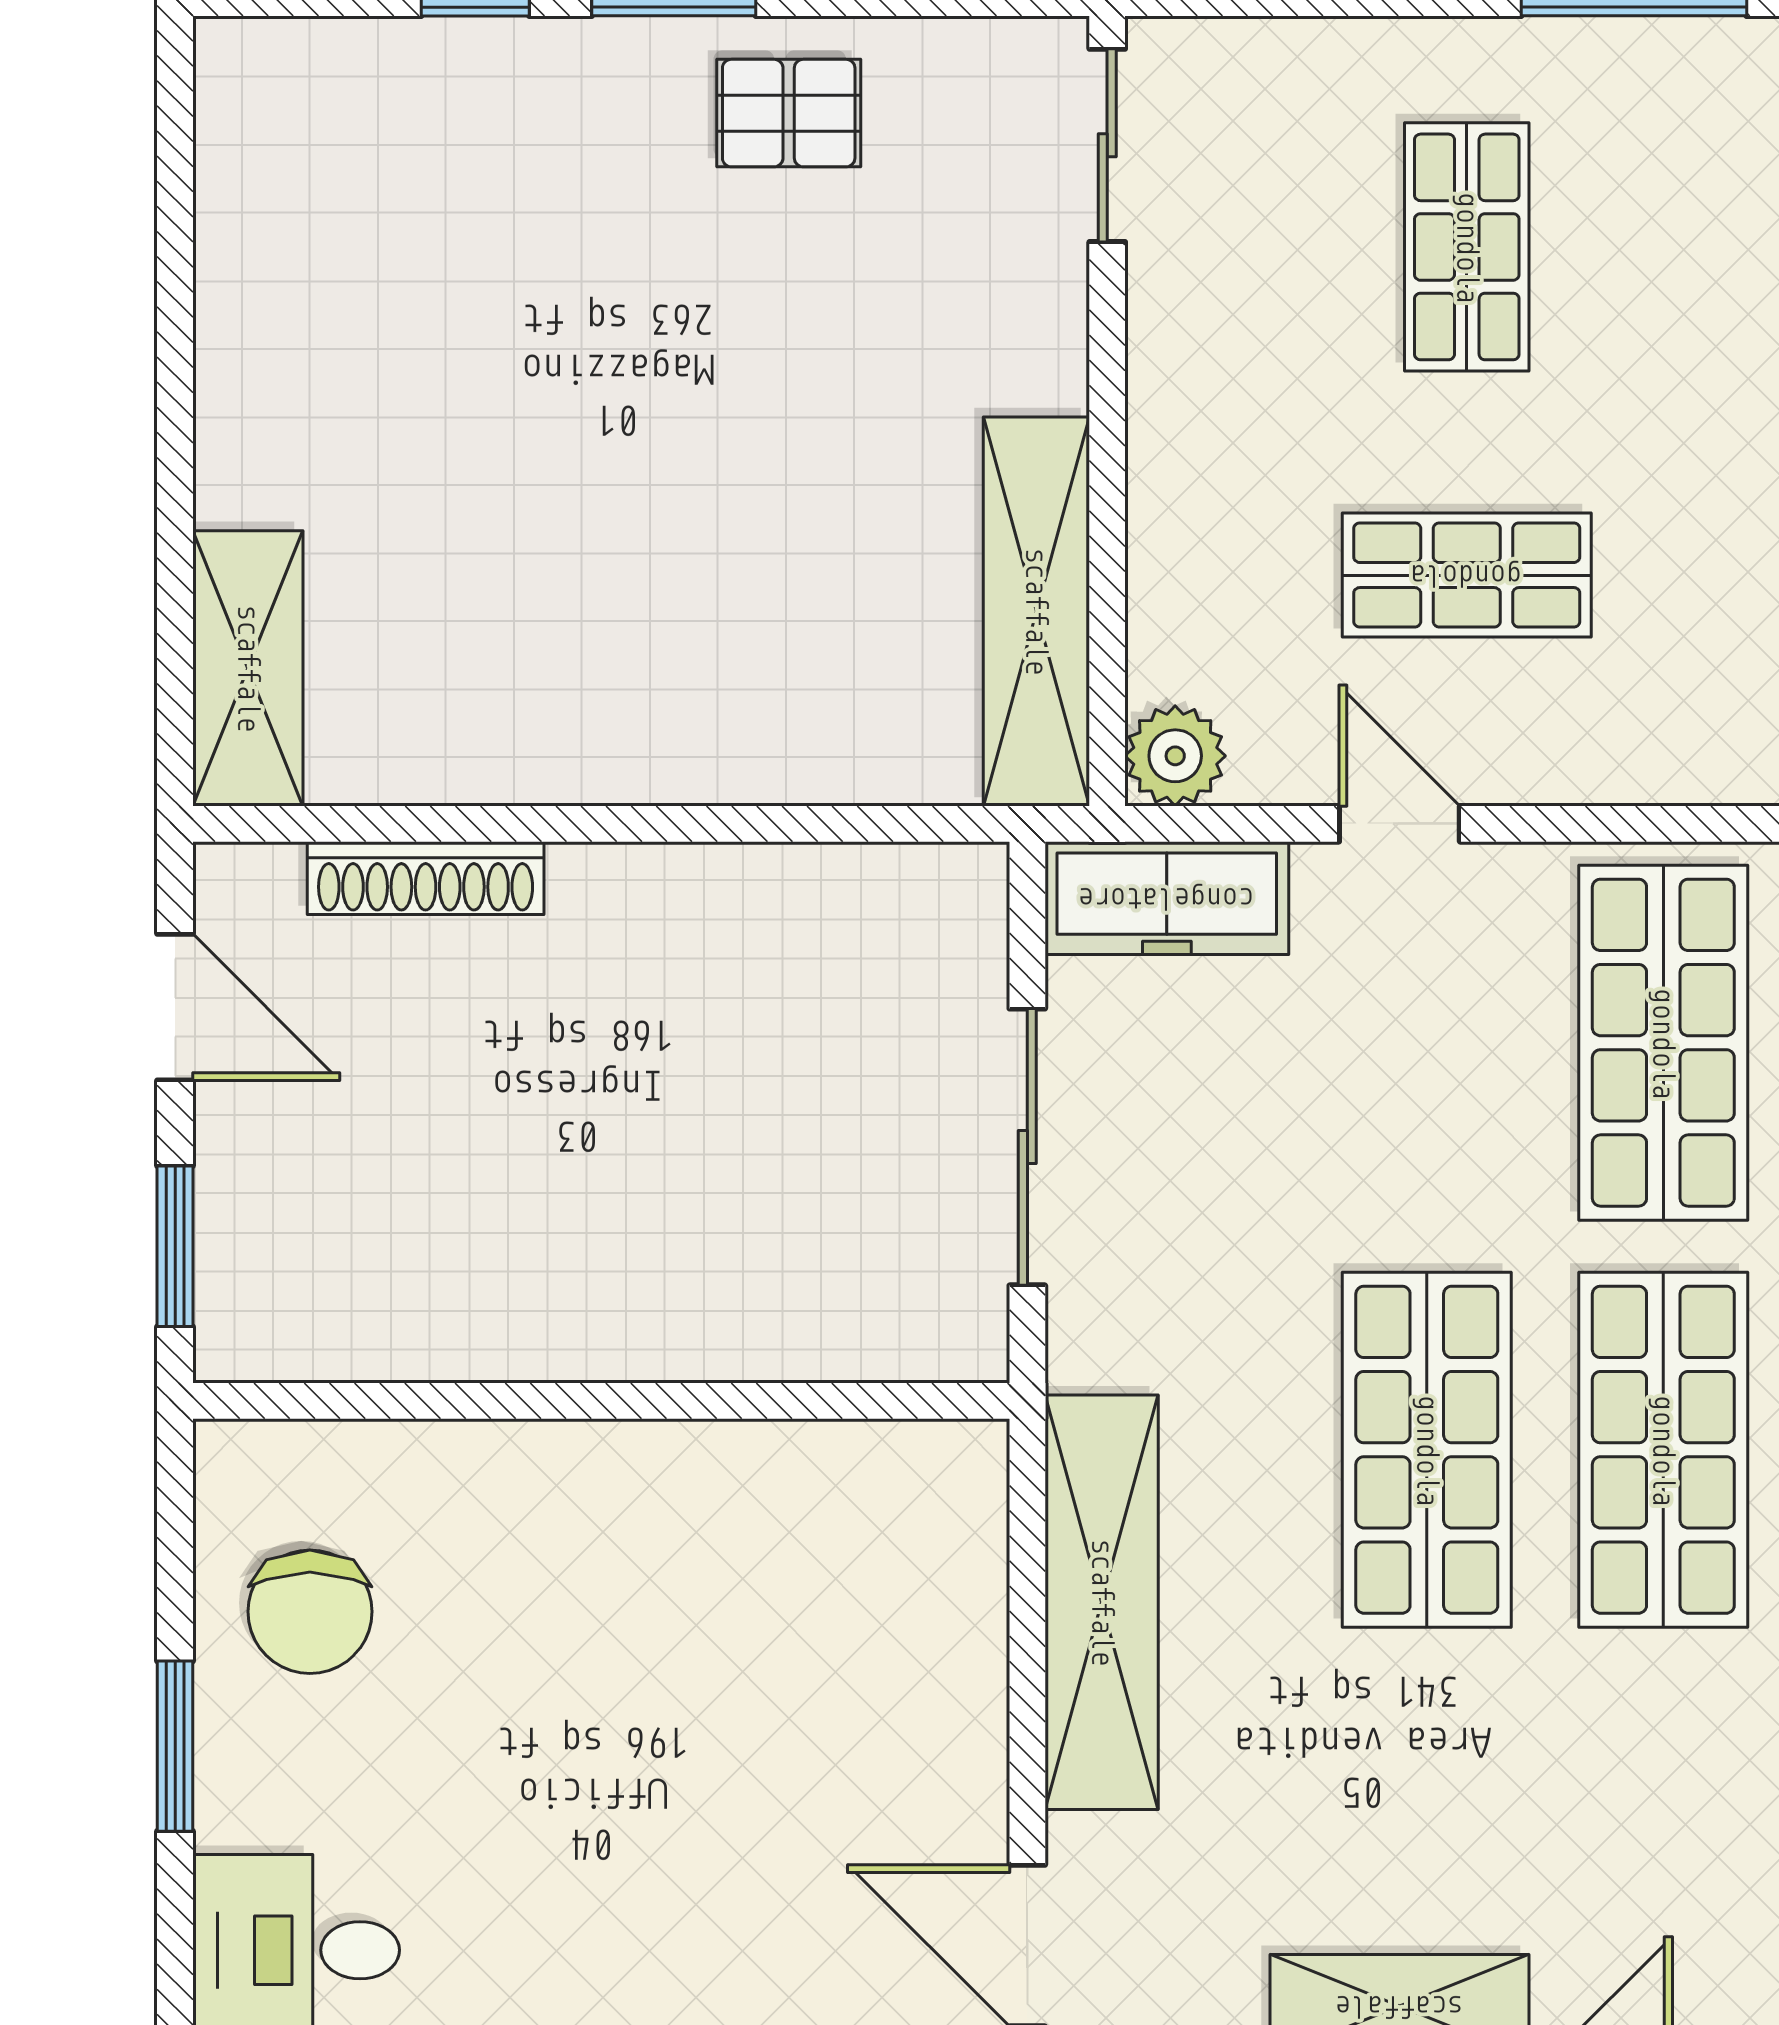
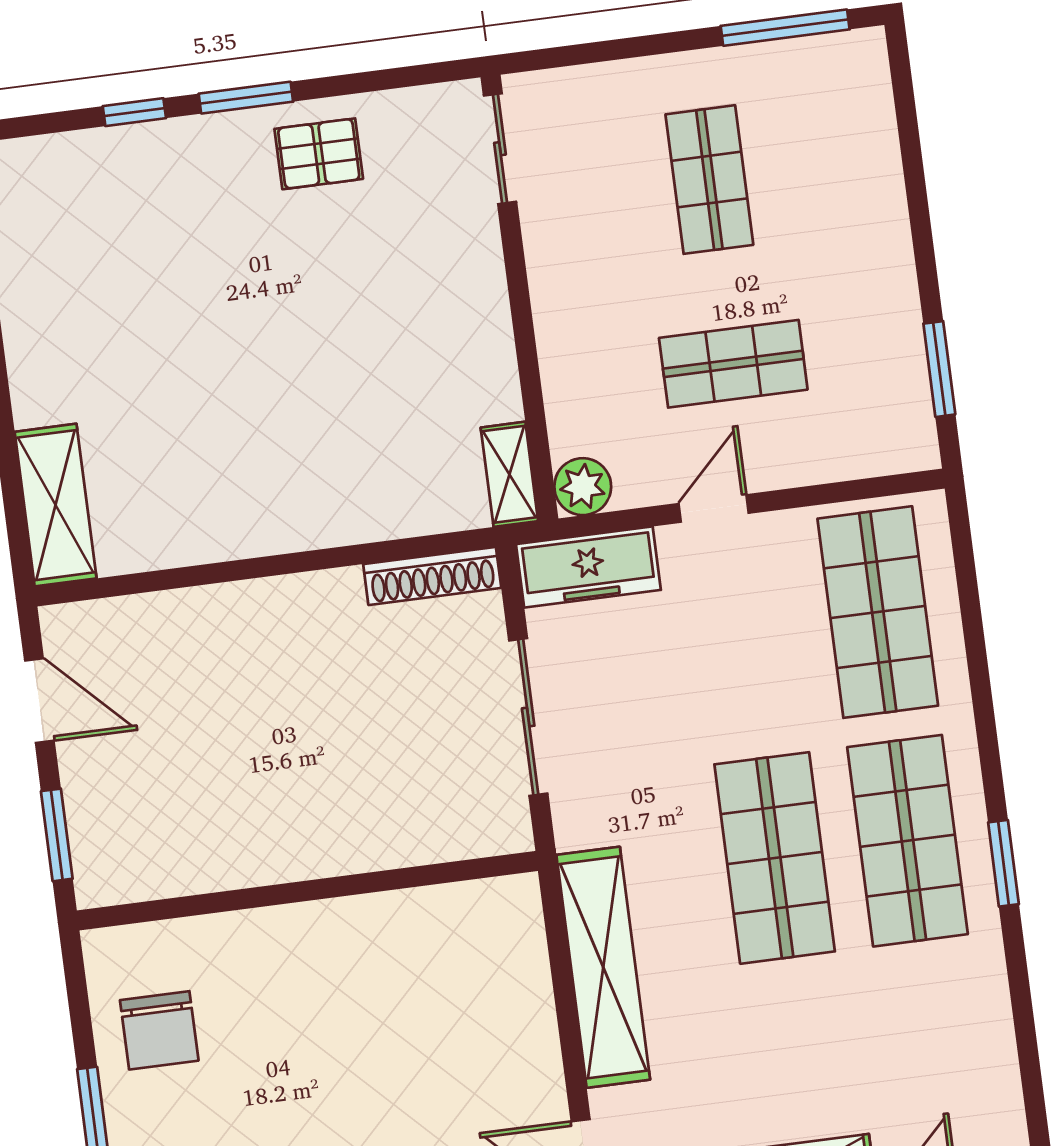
shelving: (1036, 611) -> (509, 474), width x0.45, depth x0.75
door: (1399, 824) -> (714, 508), hinge flipped
shoe rack: (426, 878) -> (432, 576), moved

